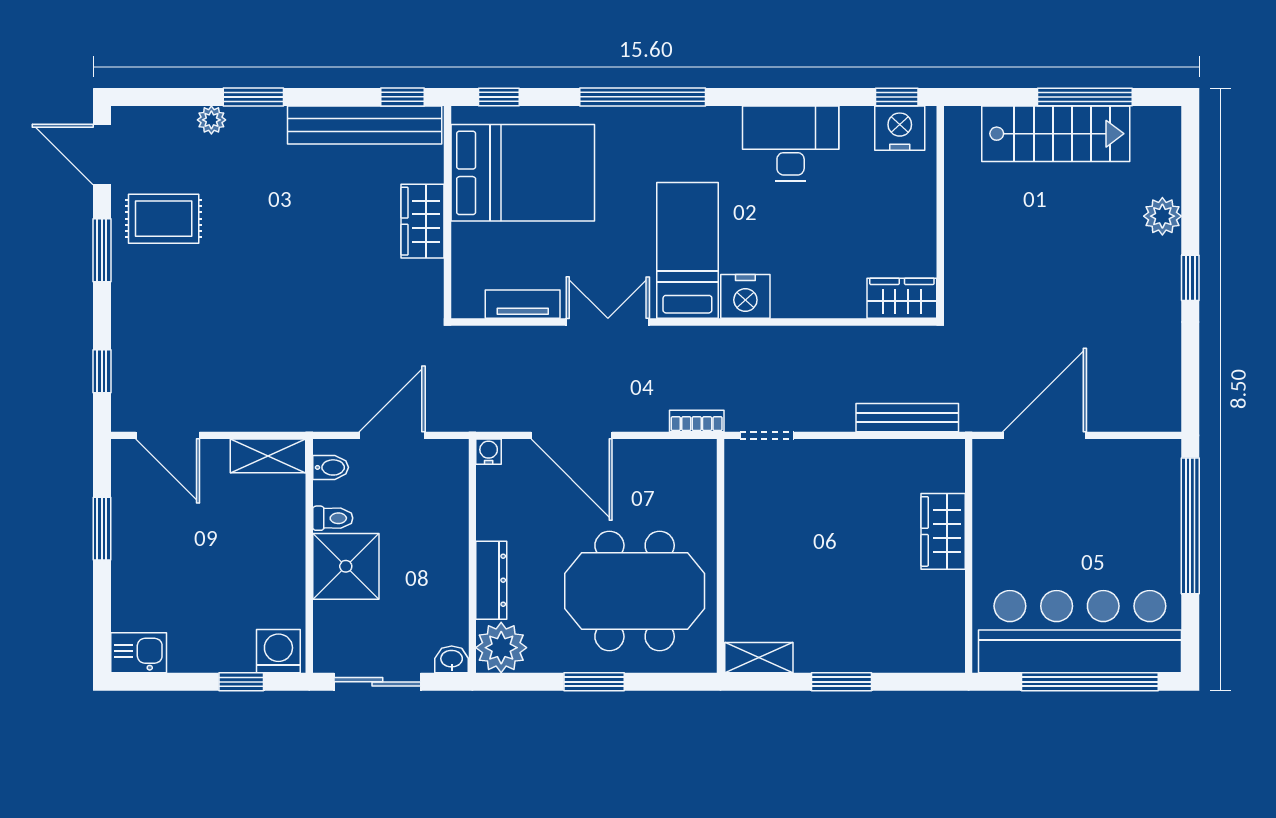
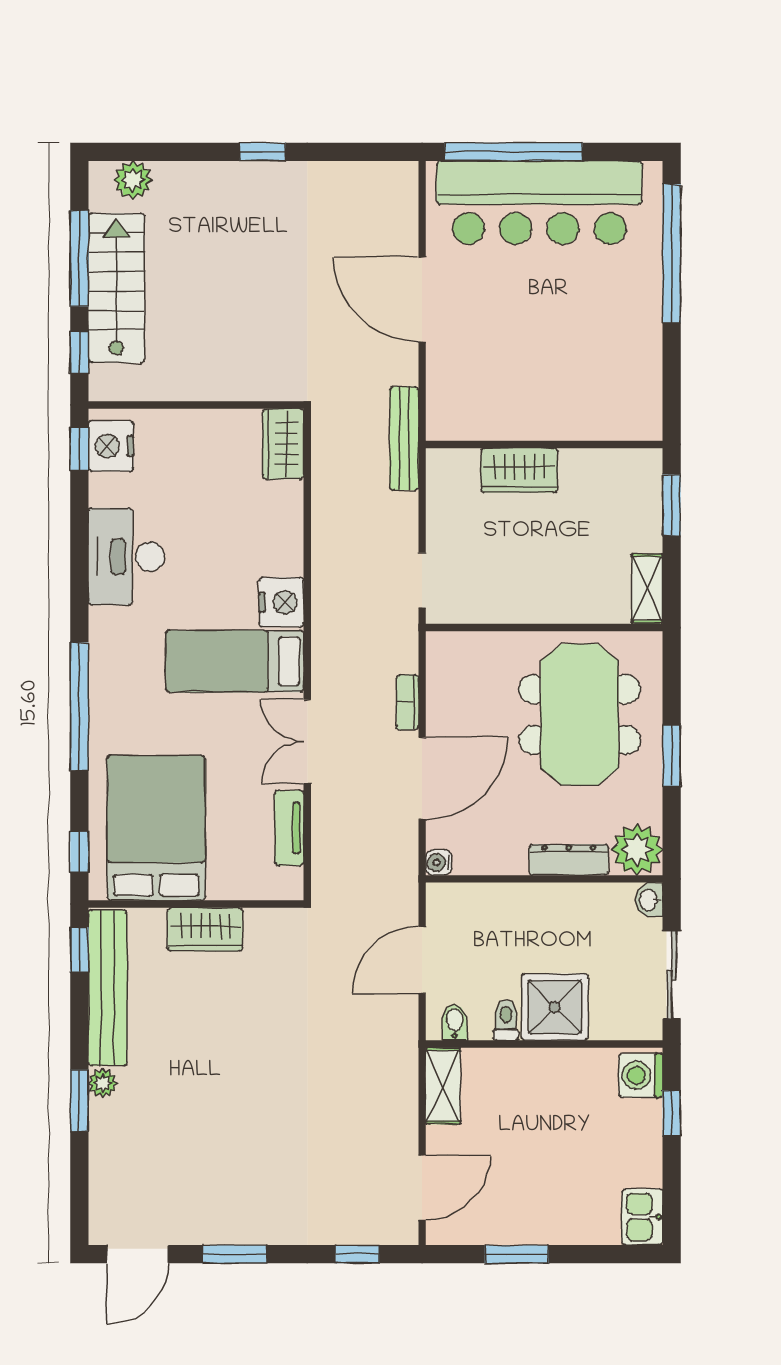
window: (992, 97) -> (79, 352), added
plant: (211, 120) -> (103, 1083), moved
plant: (1162, 216) -> (133, 180), moved
rug: (164, 219) -> (203, 1192), removed
bookcase: (697, 421) -> (408, 702), moved
door: (392, 435) -> (422, 960), hinge flipped
wardrobe: (943, 531) -> (519, 470), moved
wall: (969, 556) -> (544, 444), moved
bar counter: (1080, 632) -> (539, 203), moved, turned -90

